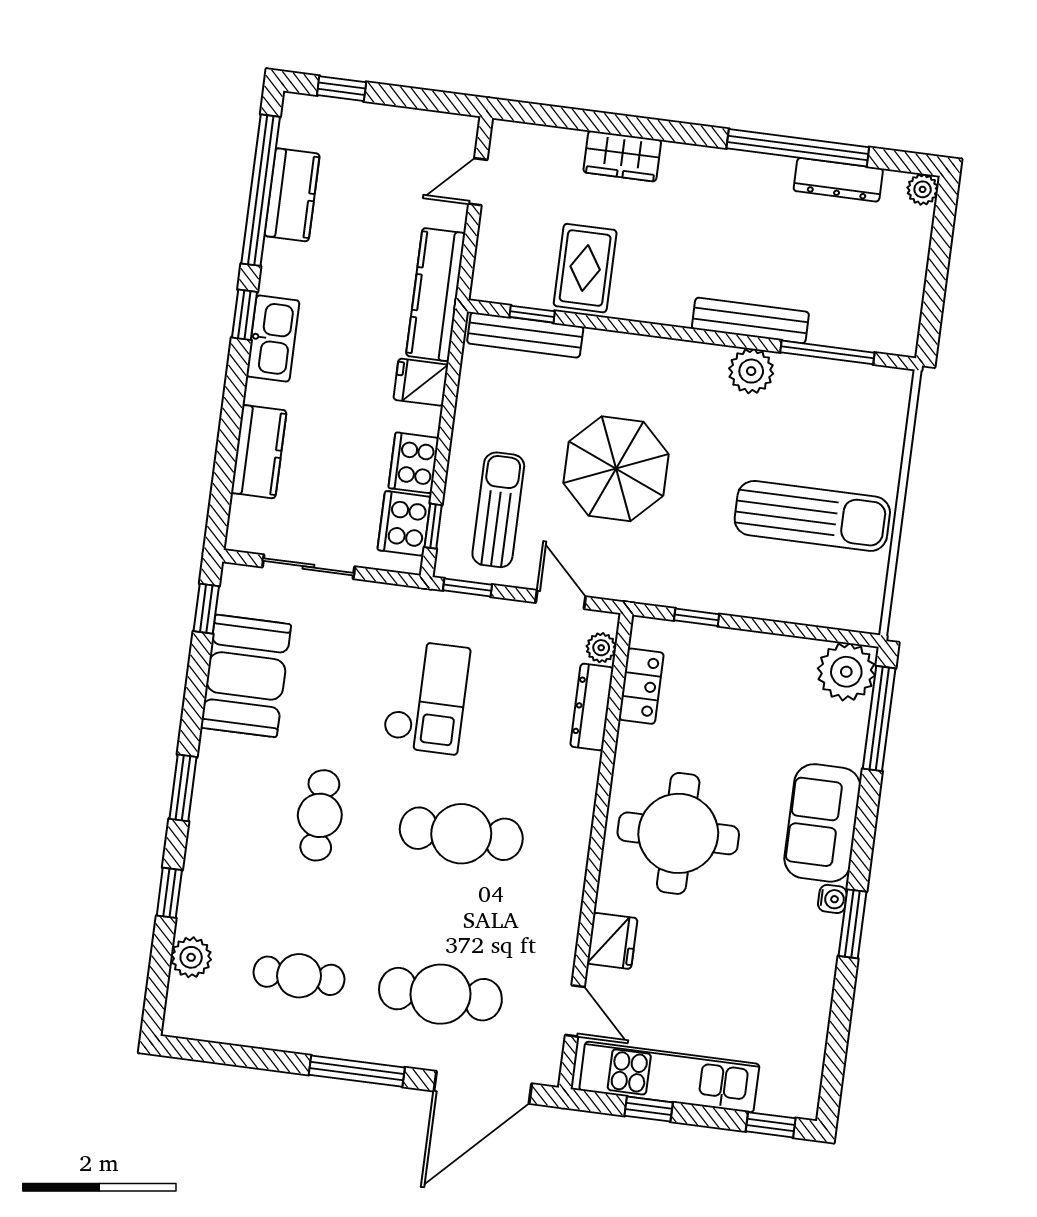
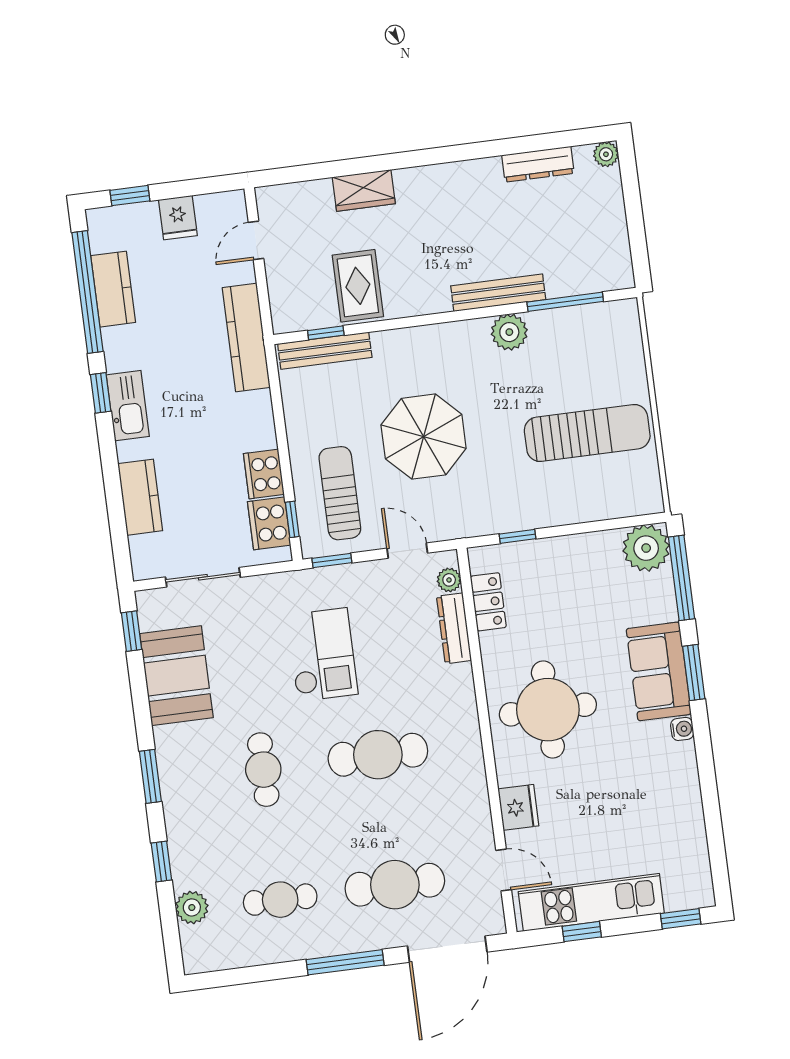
window: (798, 148) -> (500, 148), removed
fridge: (421, 382) -> (178, 218), moved, turned -90
window: (852, 924) -> (694, 672), moved

